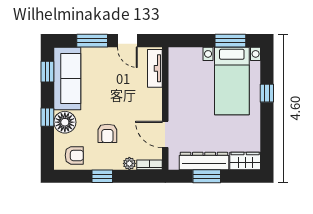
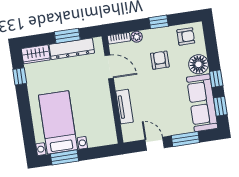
tv unit: (155, 68) -> (124, 107), moved
window: (267, 93) -> (20, 76), moved
window: (47, 117) -> (216, 79), moved
armchair: (74, 155) -> (186, 36), turned 180

